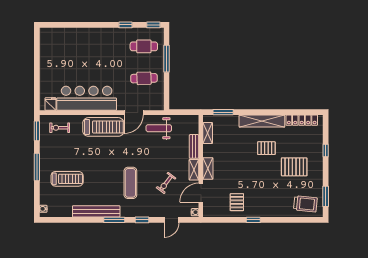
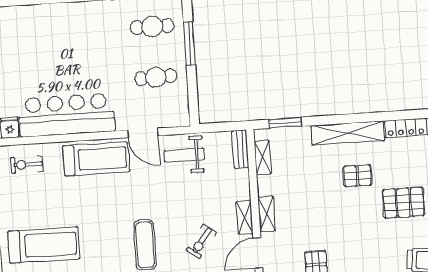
door: (134, 113) -> (143, 133), hinge flipped
bench: (194, 146) -> (240, 149), moved
treadmill: (67, 179) -> (44, 245), width x1.37, depth x1.38

